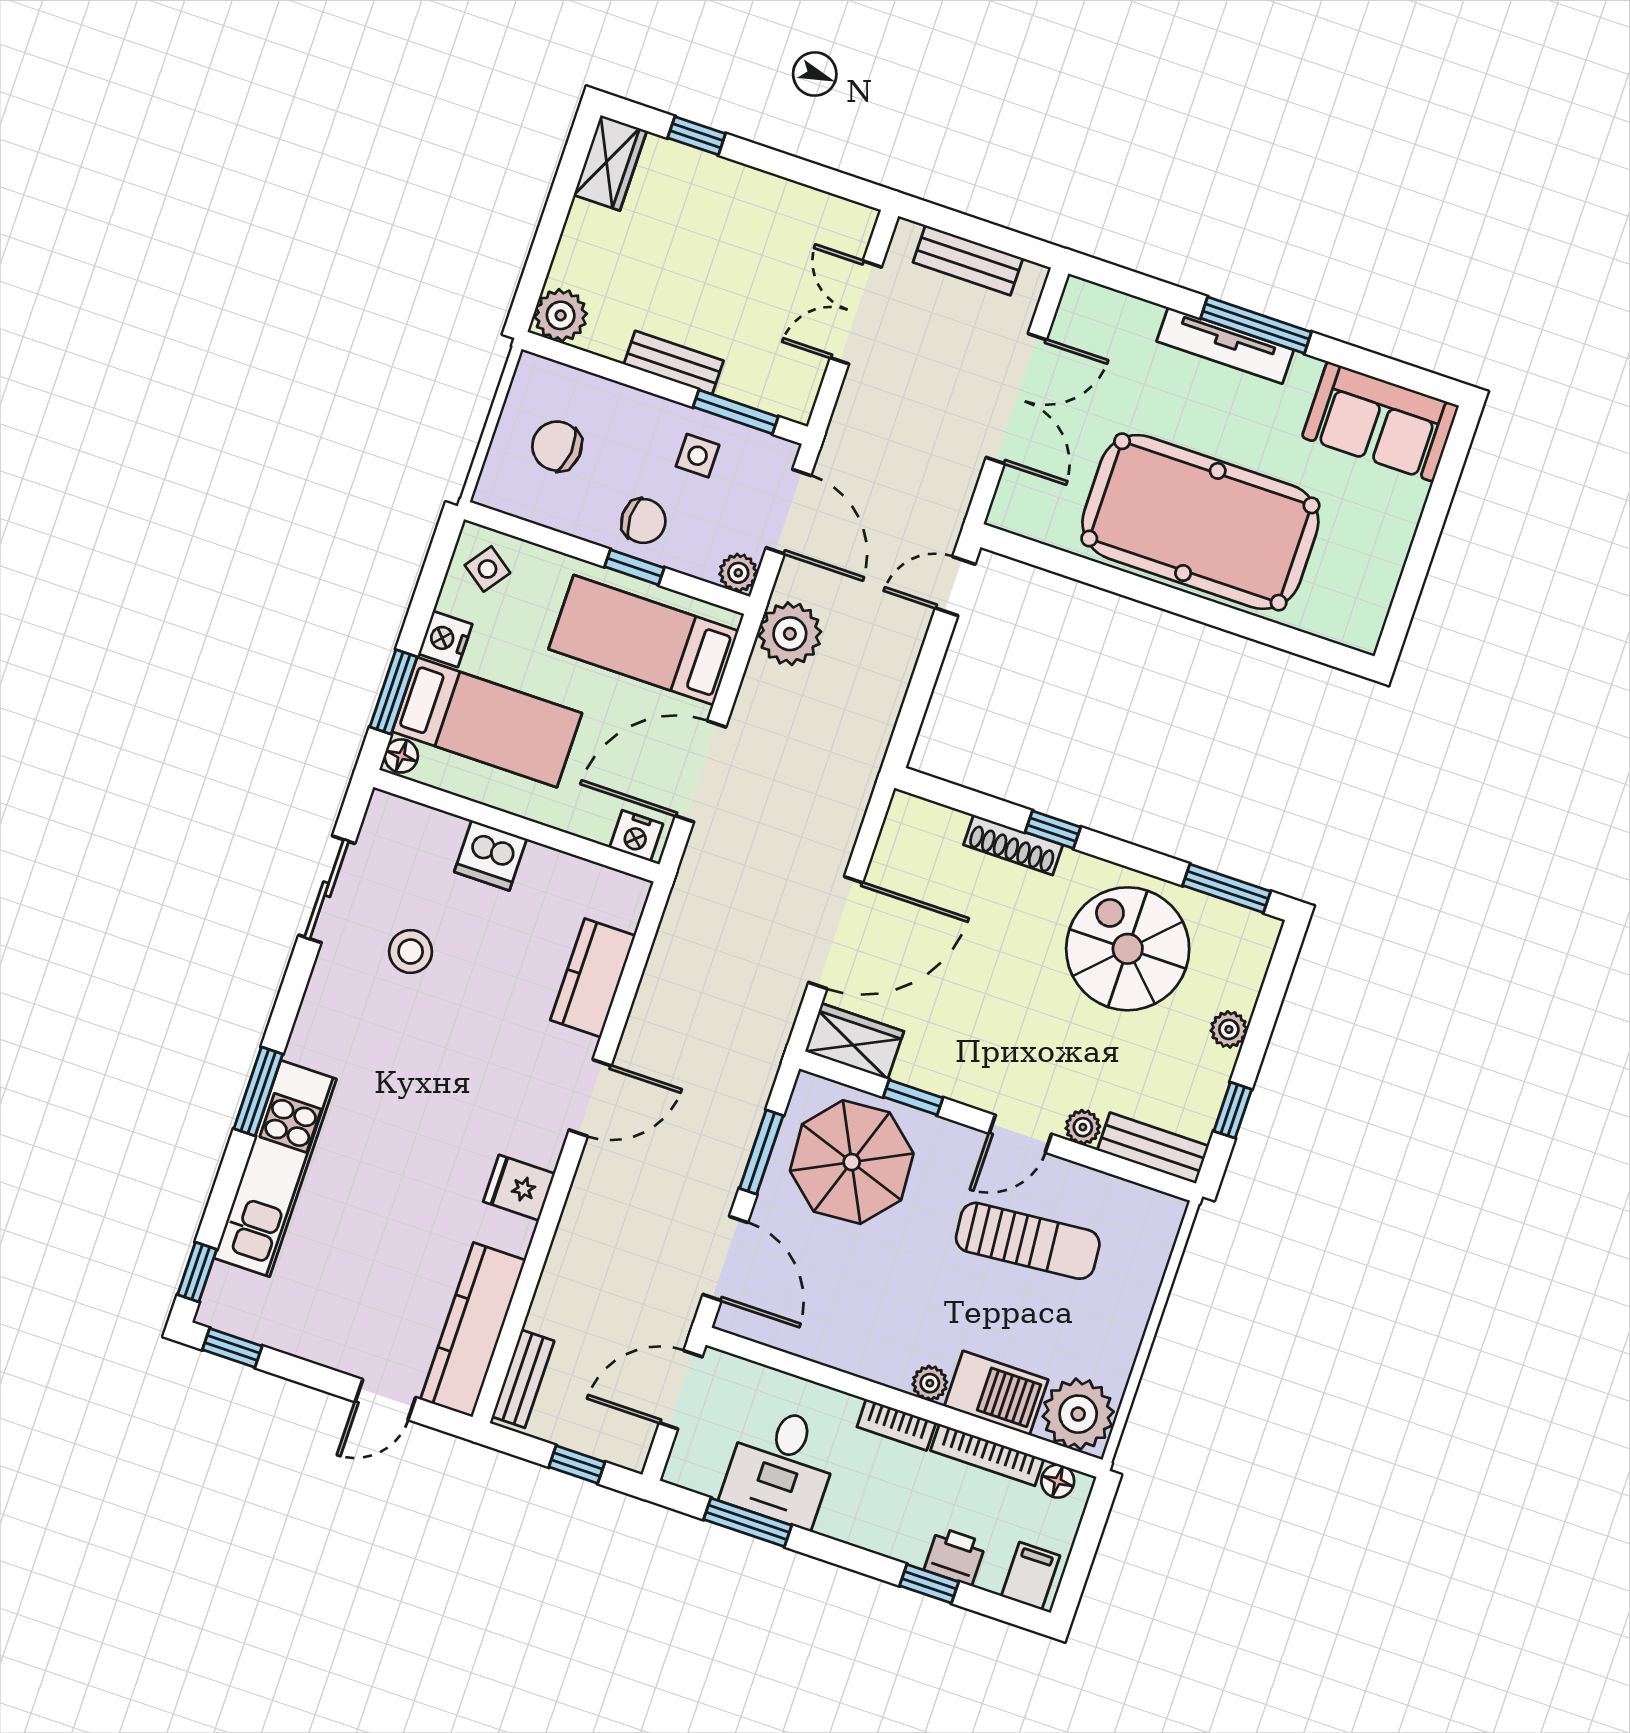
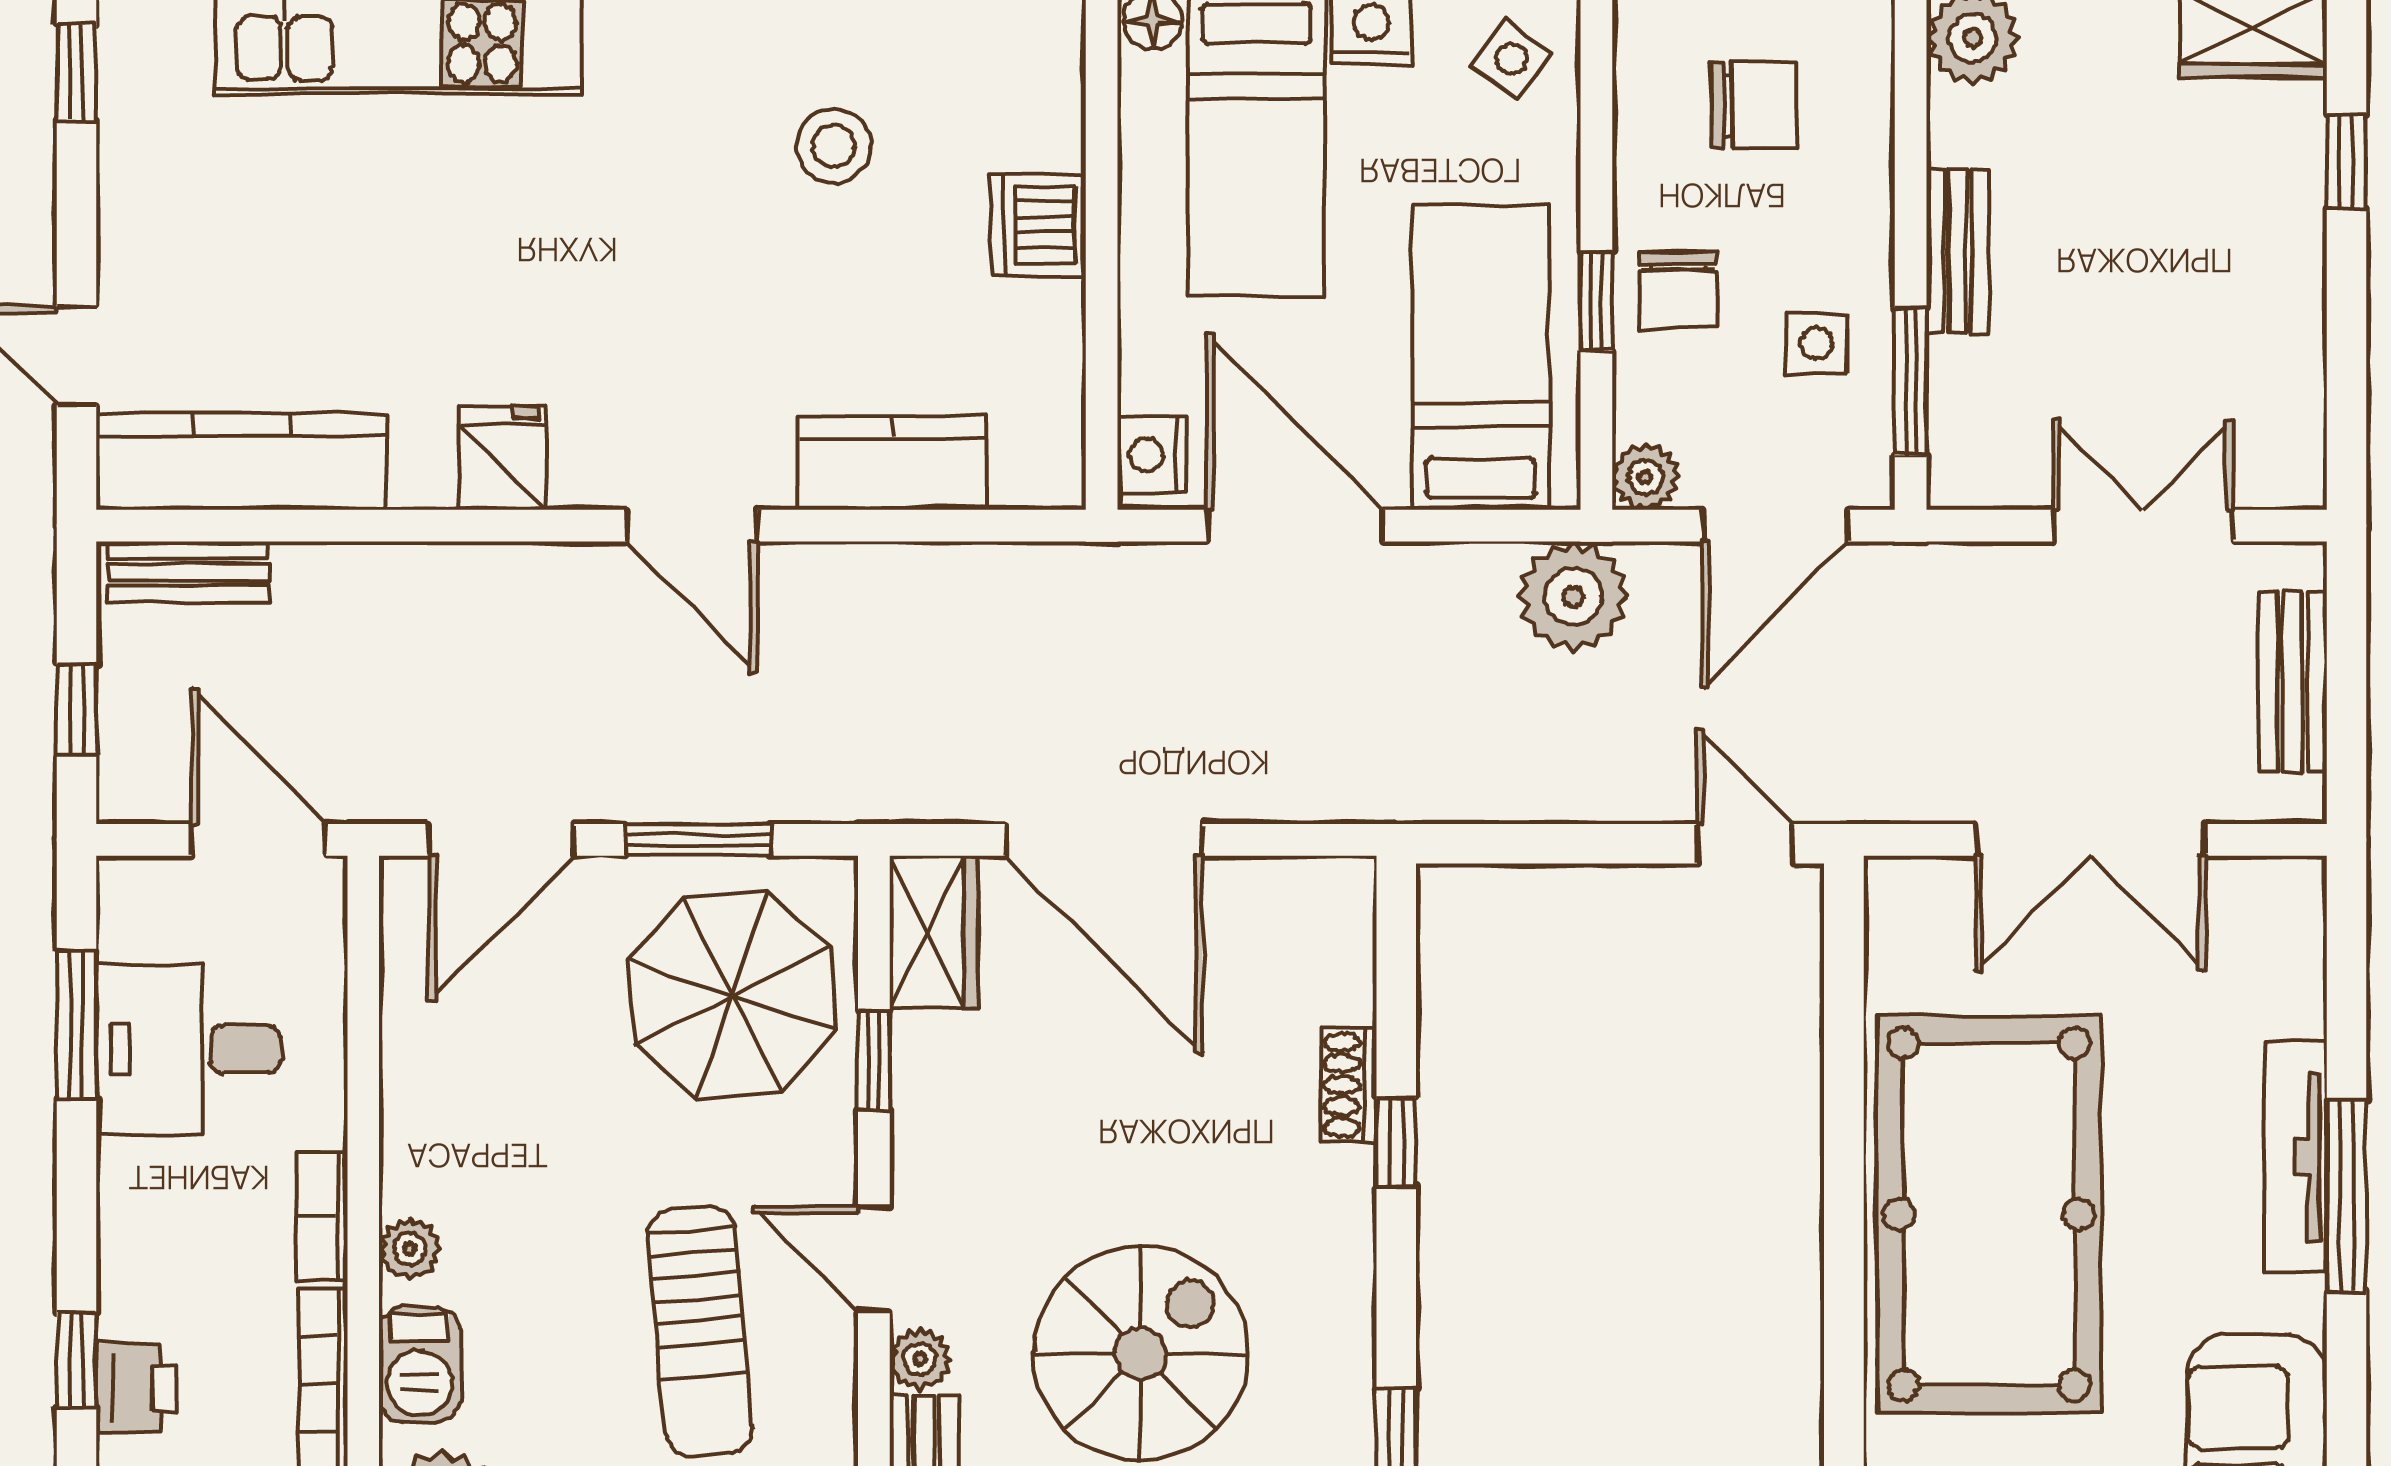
chair: (557, 446) -> (1754, 105), turned 85
shoe rack: (1013, 845) -> (1348, 1085), width x0.70
spiral stairs: (1128, 949) -> (1141, 1354), moved
barbecue: (996, 1393) -> (420, 1365), width x0.73, depth x0.79

